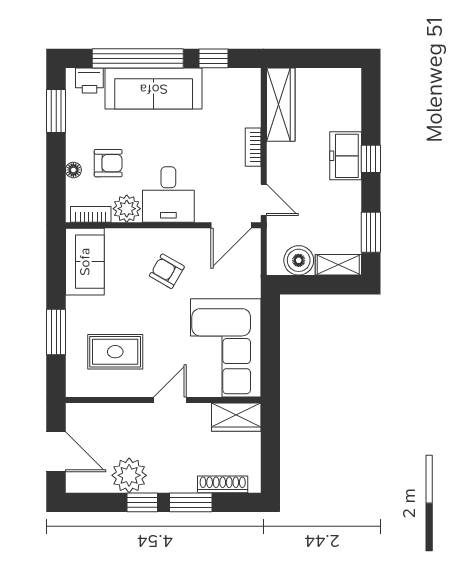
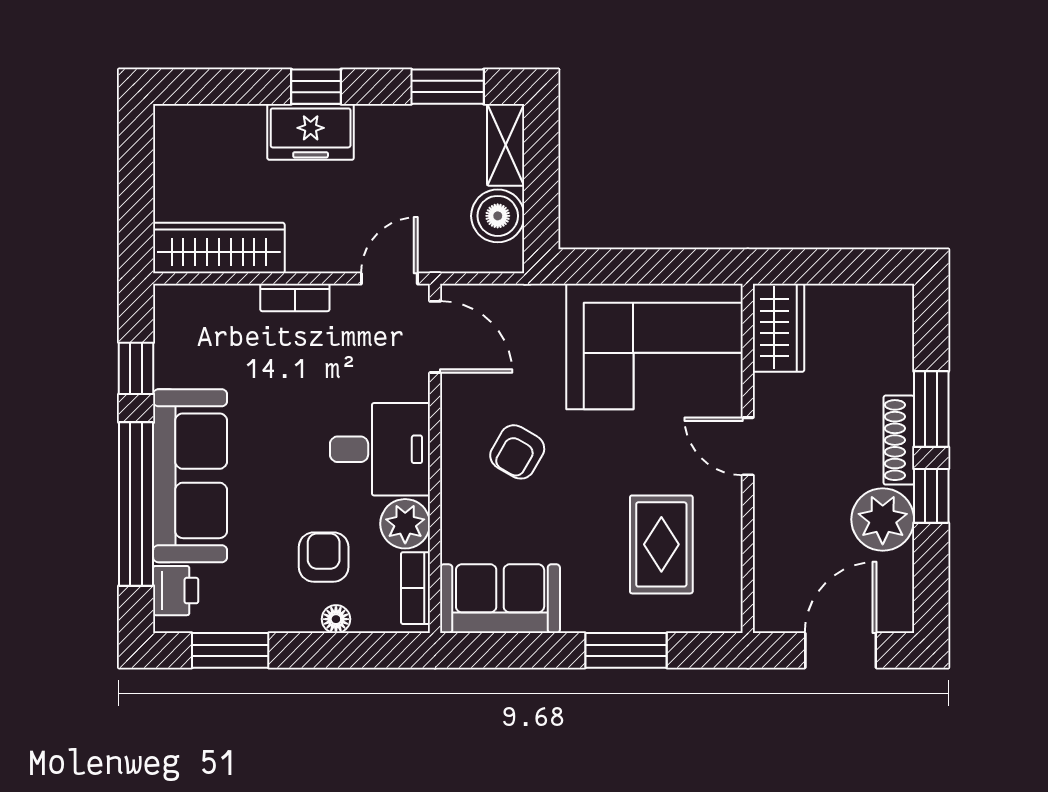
shoe rack: (223, 484) -> (899, 440), moved

